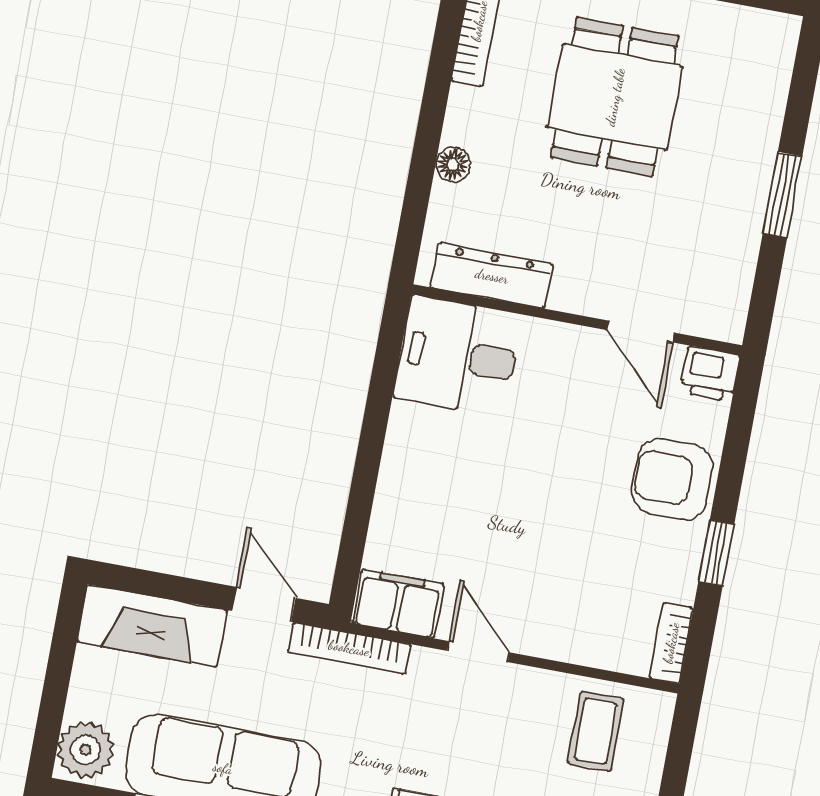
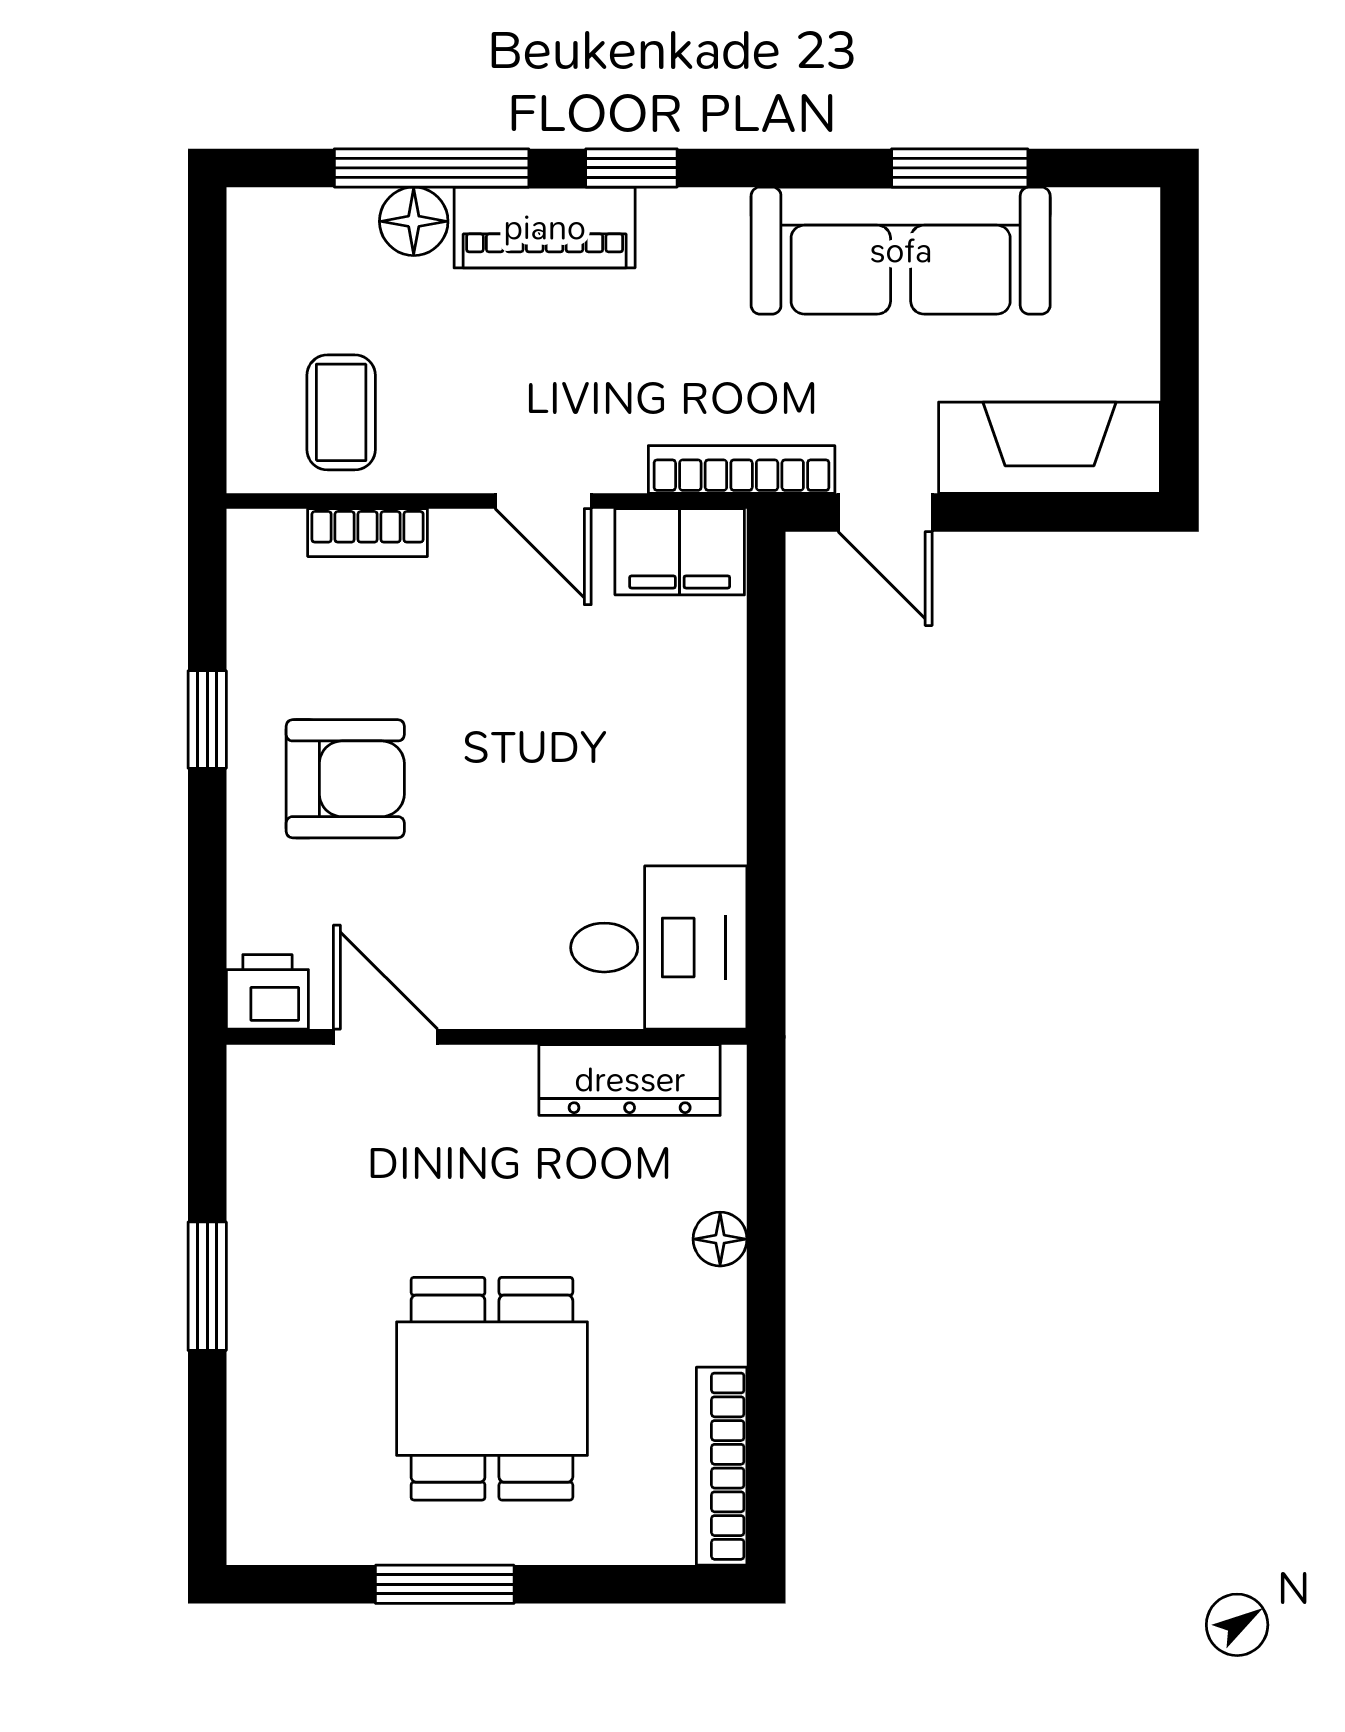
armchair: (672, 479) -> (345, 779), moved
bookcase: (671, 643) -> (368, 533), moved, turned 90
plant: (86, 750) -> (1116, 239), removed

